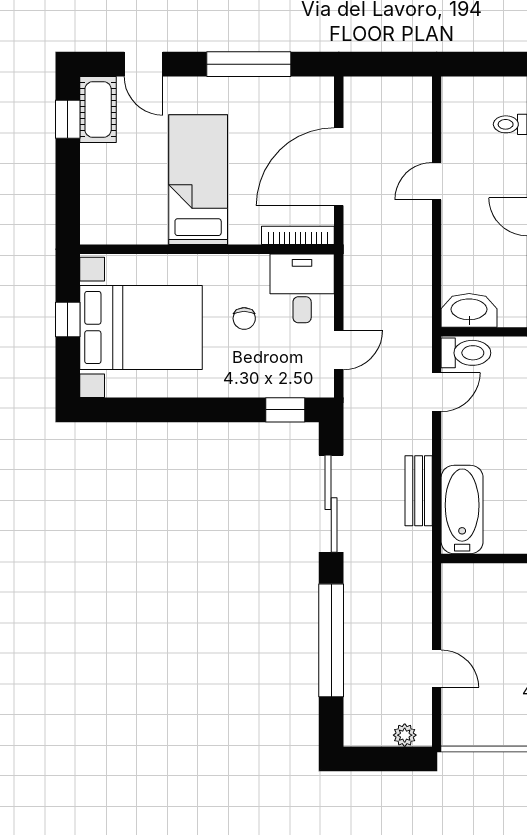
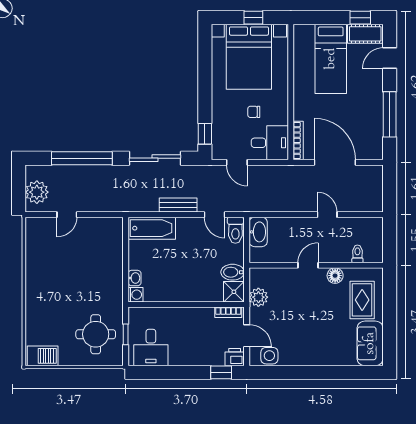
bed: (198, 180) -> (331, 59), moved, turned 90
bench: (419, 491) -> (178, 205), moved
plant: (405, 735) -> (37, 192), width x1.88, depth x1.88

